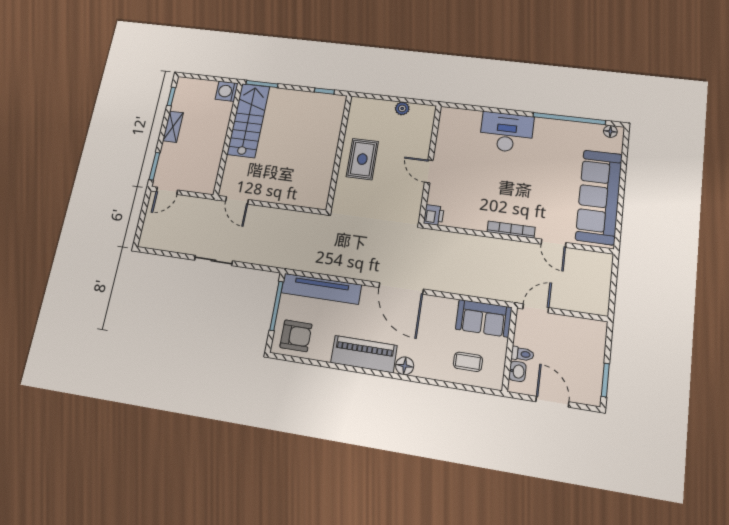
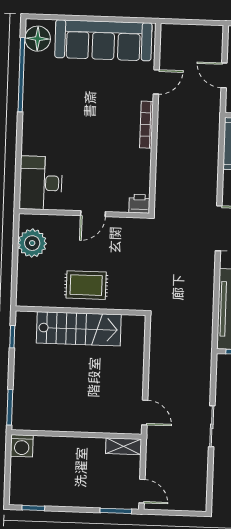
plant: (402, 108) -> (32, 243), width x1.88, depth x1.88
stairs: (248, 120) -> (79, 329), moved, turned 180
shelving: (173, 127) -> (124, 446), moved
floor lamp: (610, 131) -> (38, 39), width x1.89, depth x1.89
desk: (506, 132) -> (41, 183), moved
door: (237, 200) -> (145, 412), hinge flipped
door: (536, 308) -> (224, 75), moved

